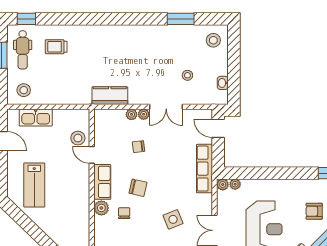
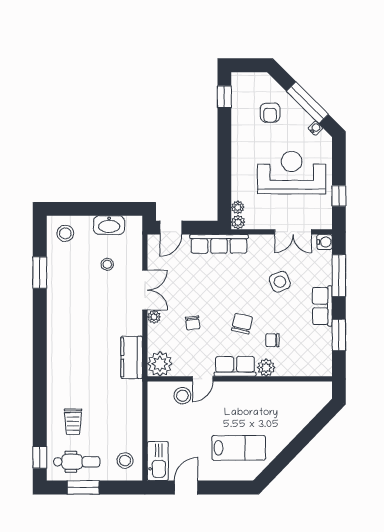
washbasin: (223, 83) -> (109, 225), width x1.91, depth x1.45
plant: (131, 114) -> (160, 364), moved, width x1.88, depth x1.88
kitchen sink: (36, 117) -> (158, 461), moved

